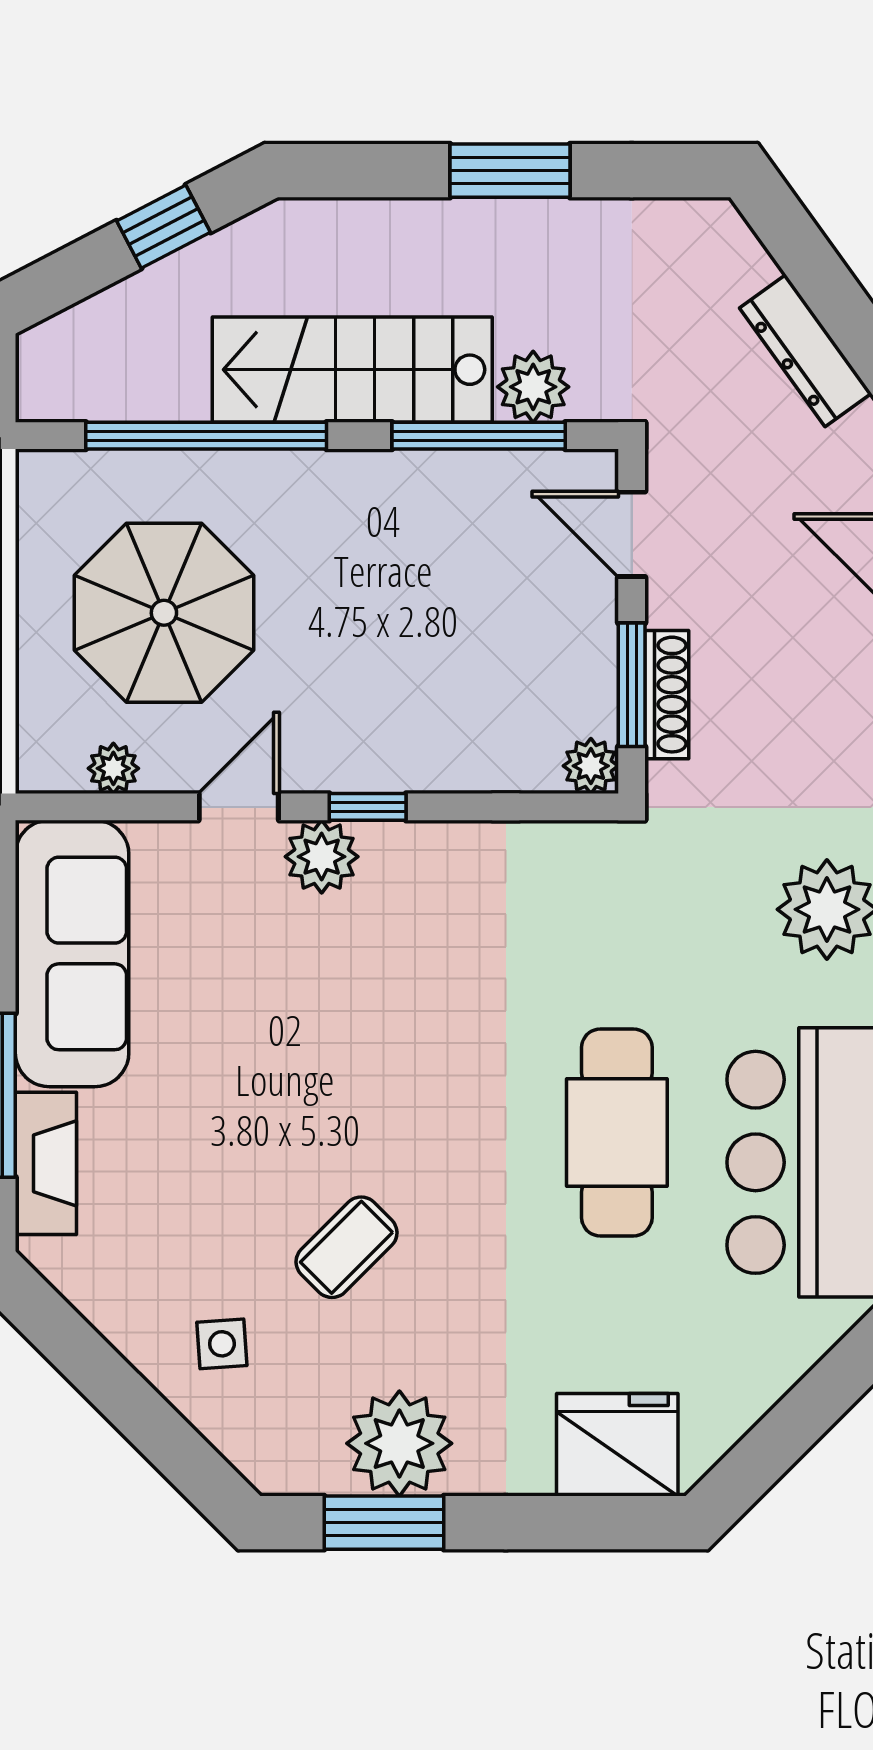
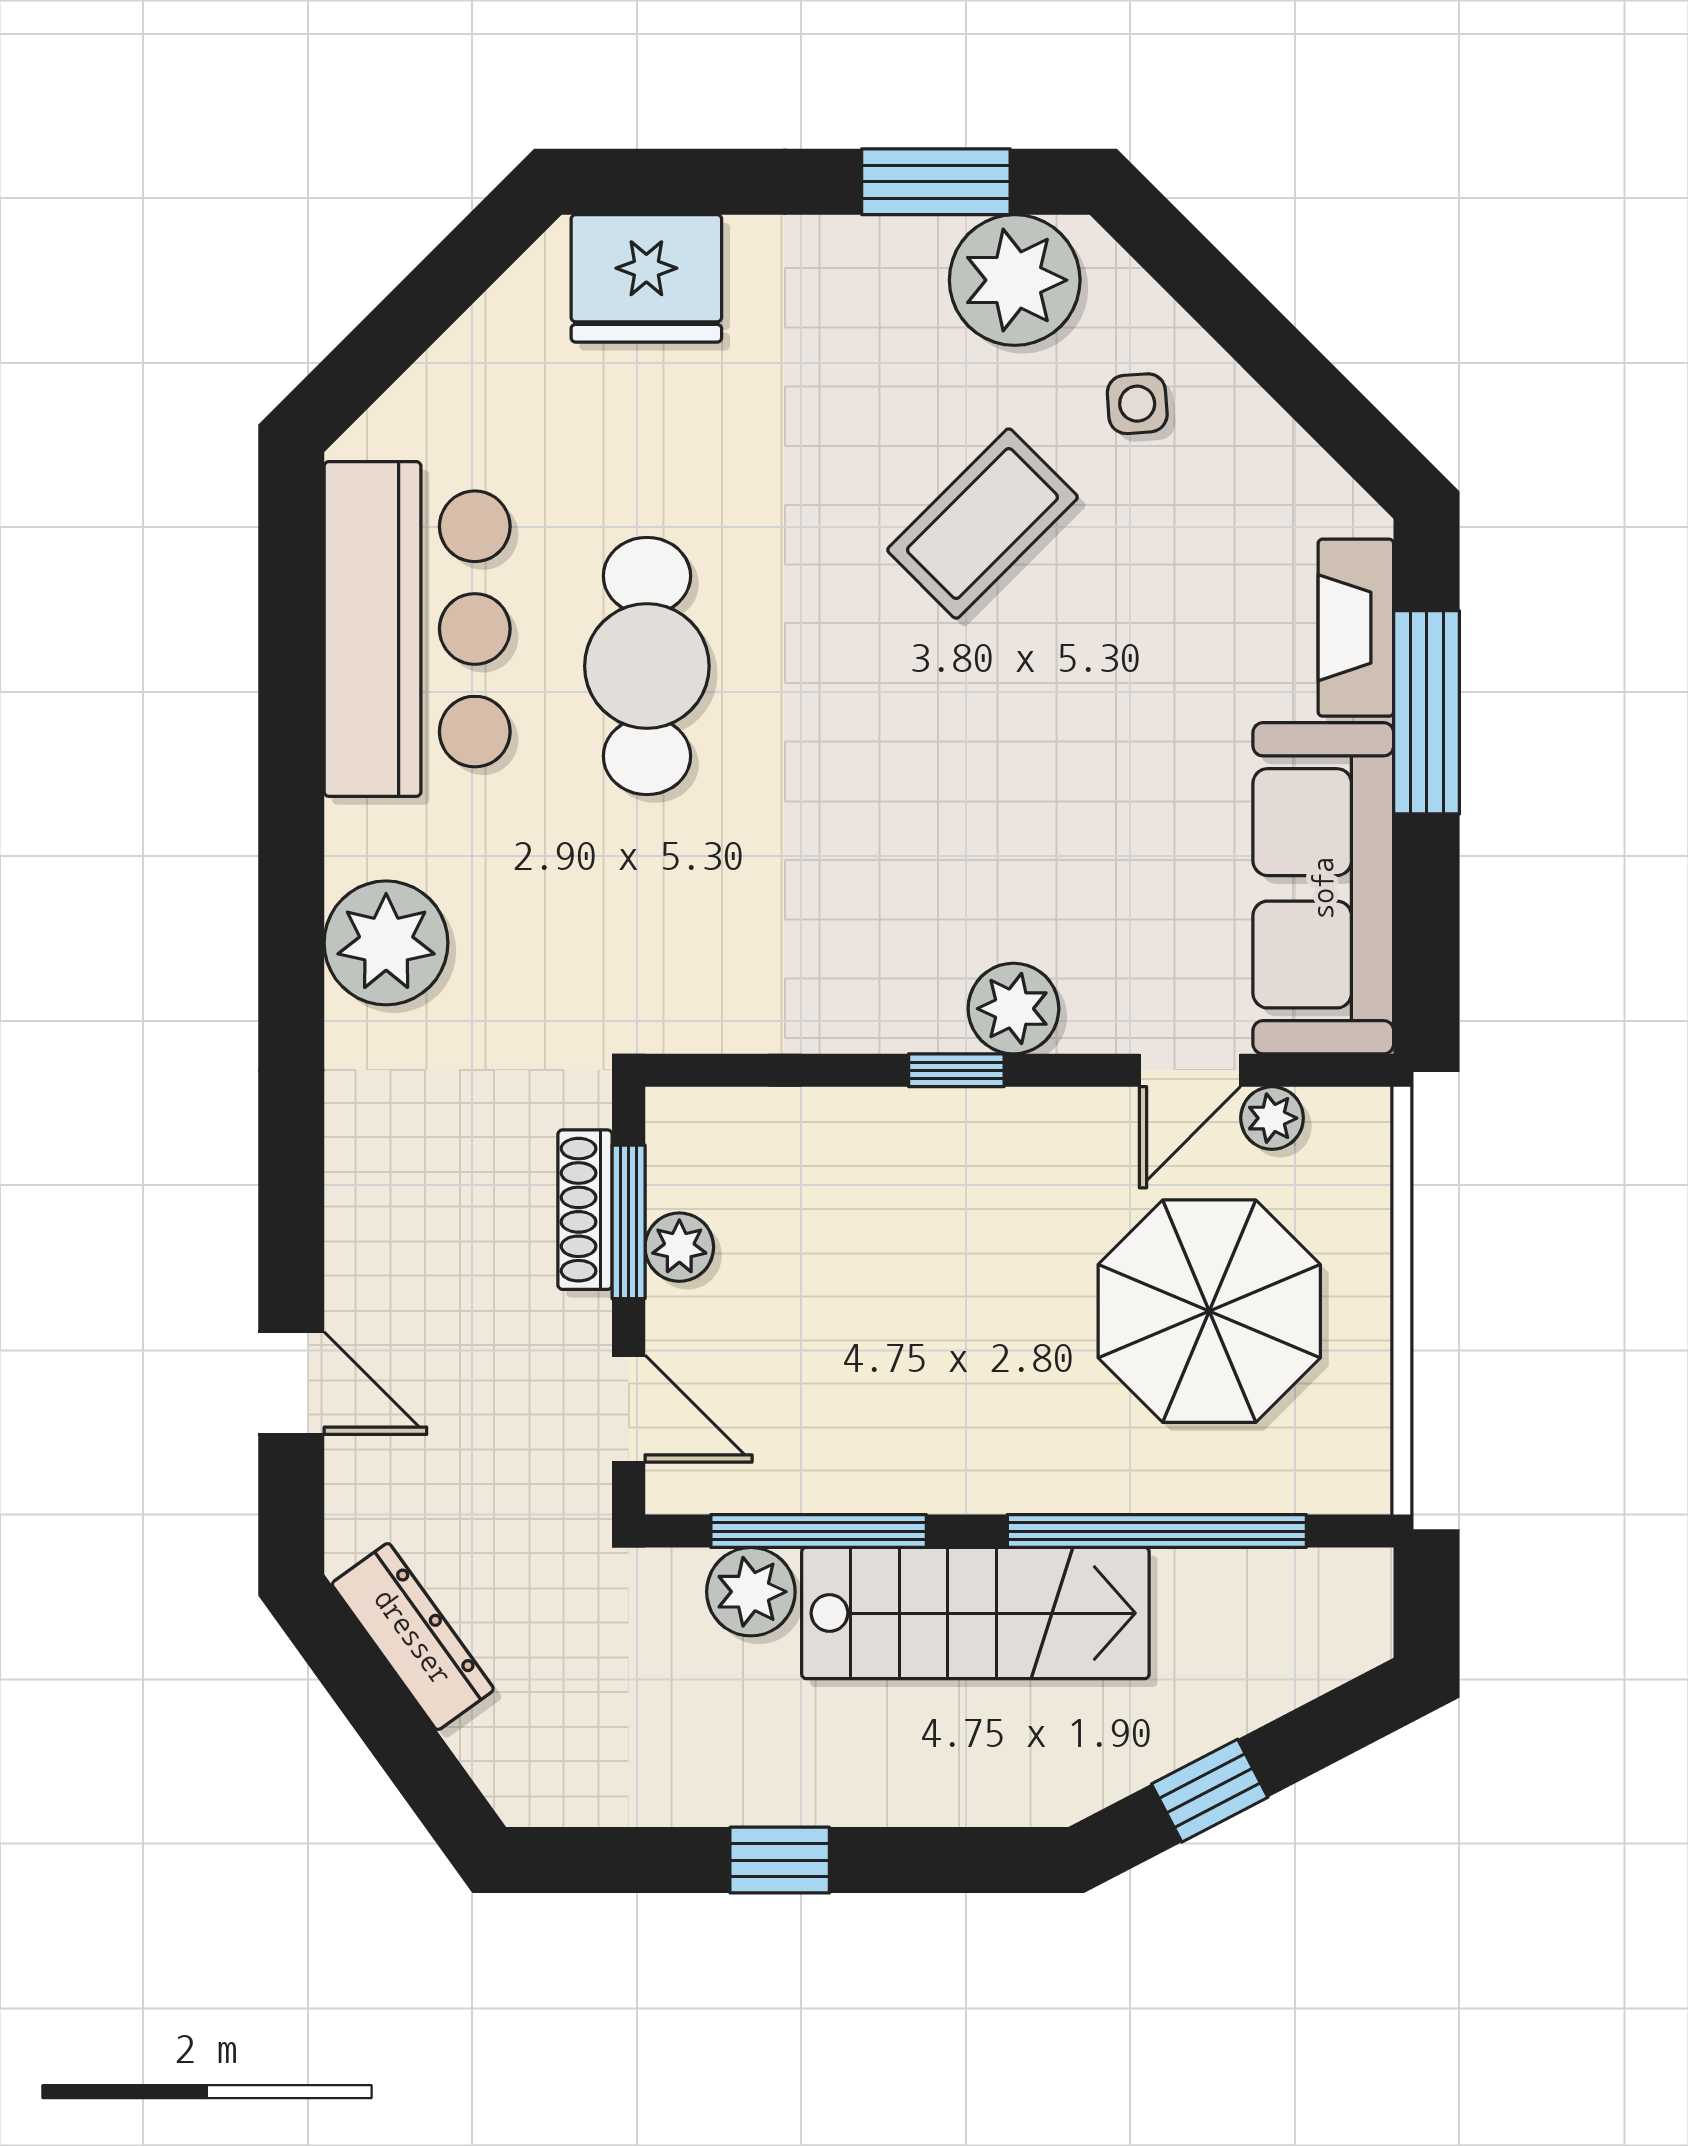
window: (510, 171) -> (780, 1860), width x0.67
plant: (591, 766) -> (679, 1247), moved
door: (239, 807) -> (1190, 1070), moved
coffee table: (347, 1247) -> (982, 524), width x1.36, depth x1.30
plant: (399, 1443) -> (1015, 280), moved

